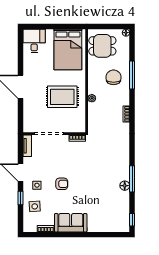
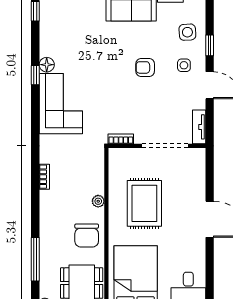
window: (132, 75) -> (35, 259), moved
chair: (114, 77) -> (87, 235), moved
rug: (62, 97) -> (144, 203), turned 90
corner sofa: (116, 161) -> (61, 104), added
window: (132, 179) -> (35, 75), width x0.46

